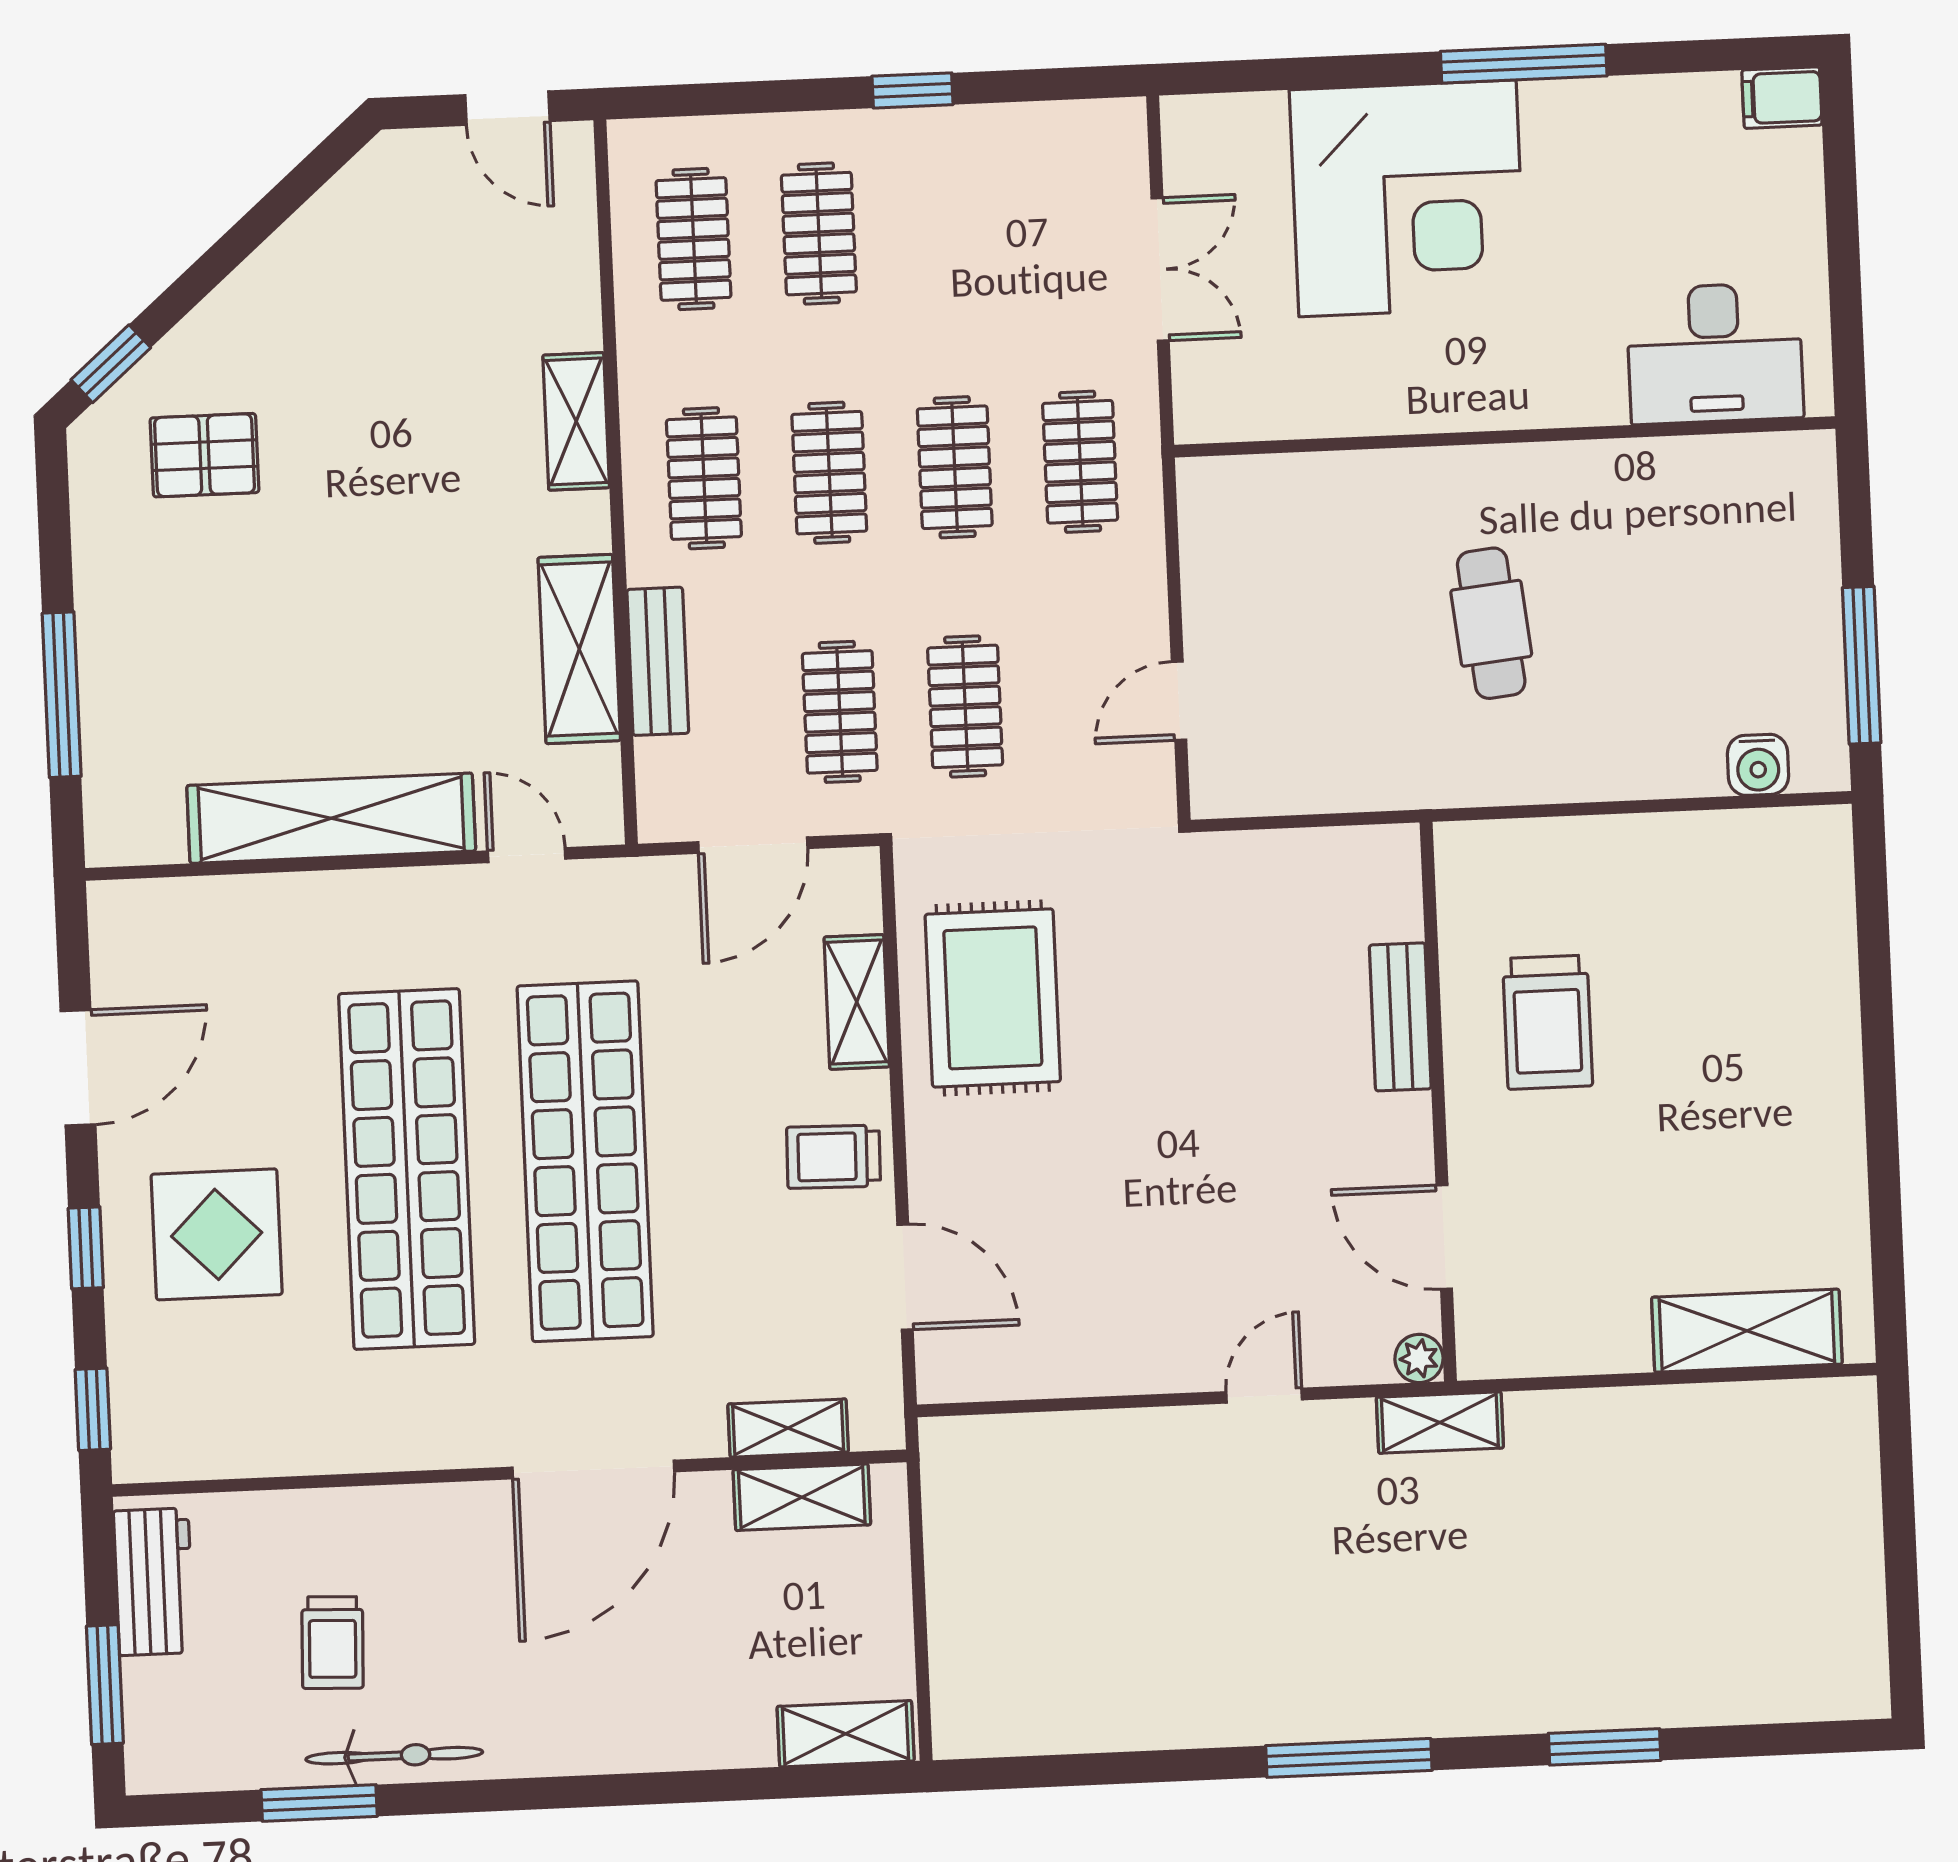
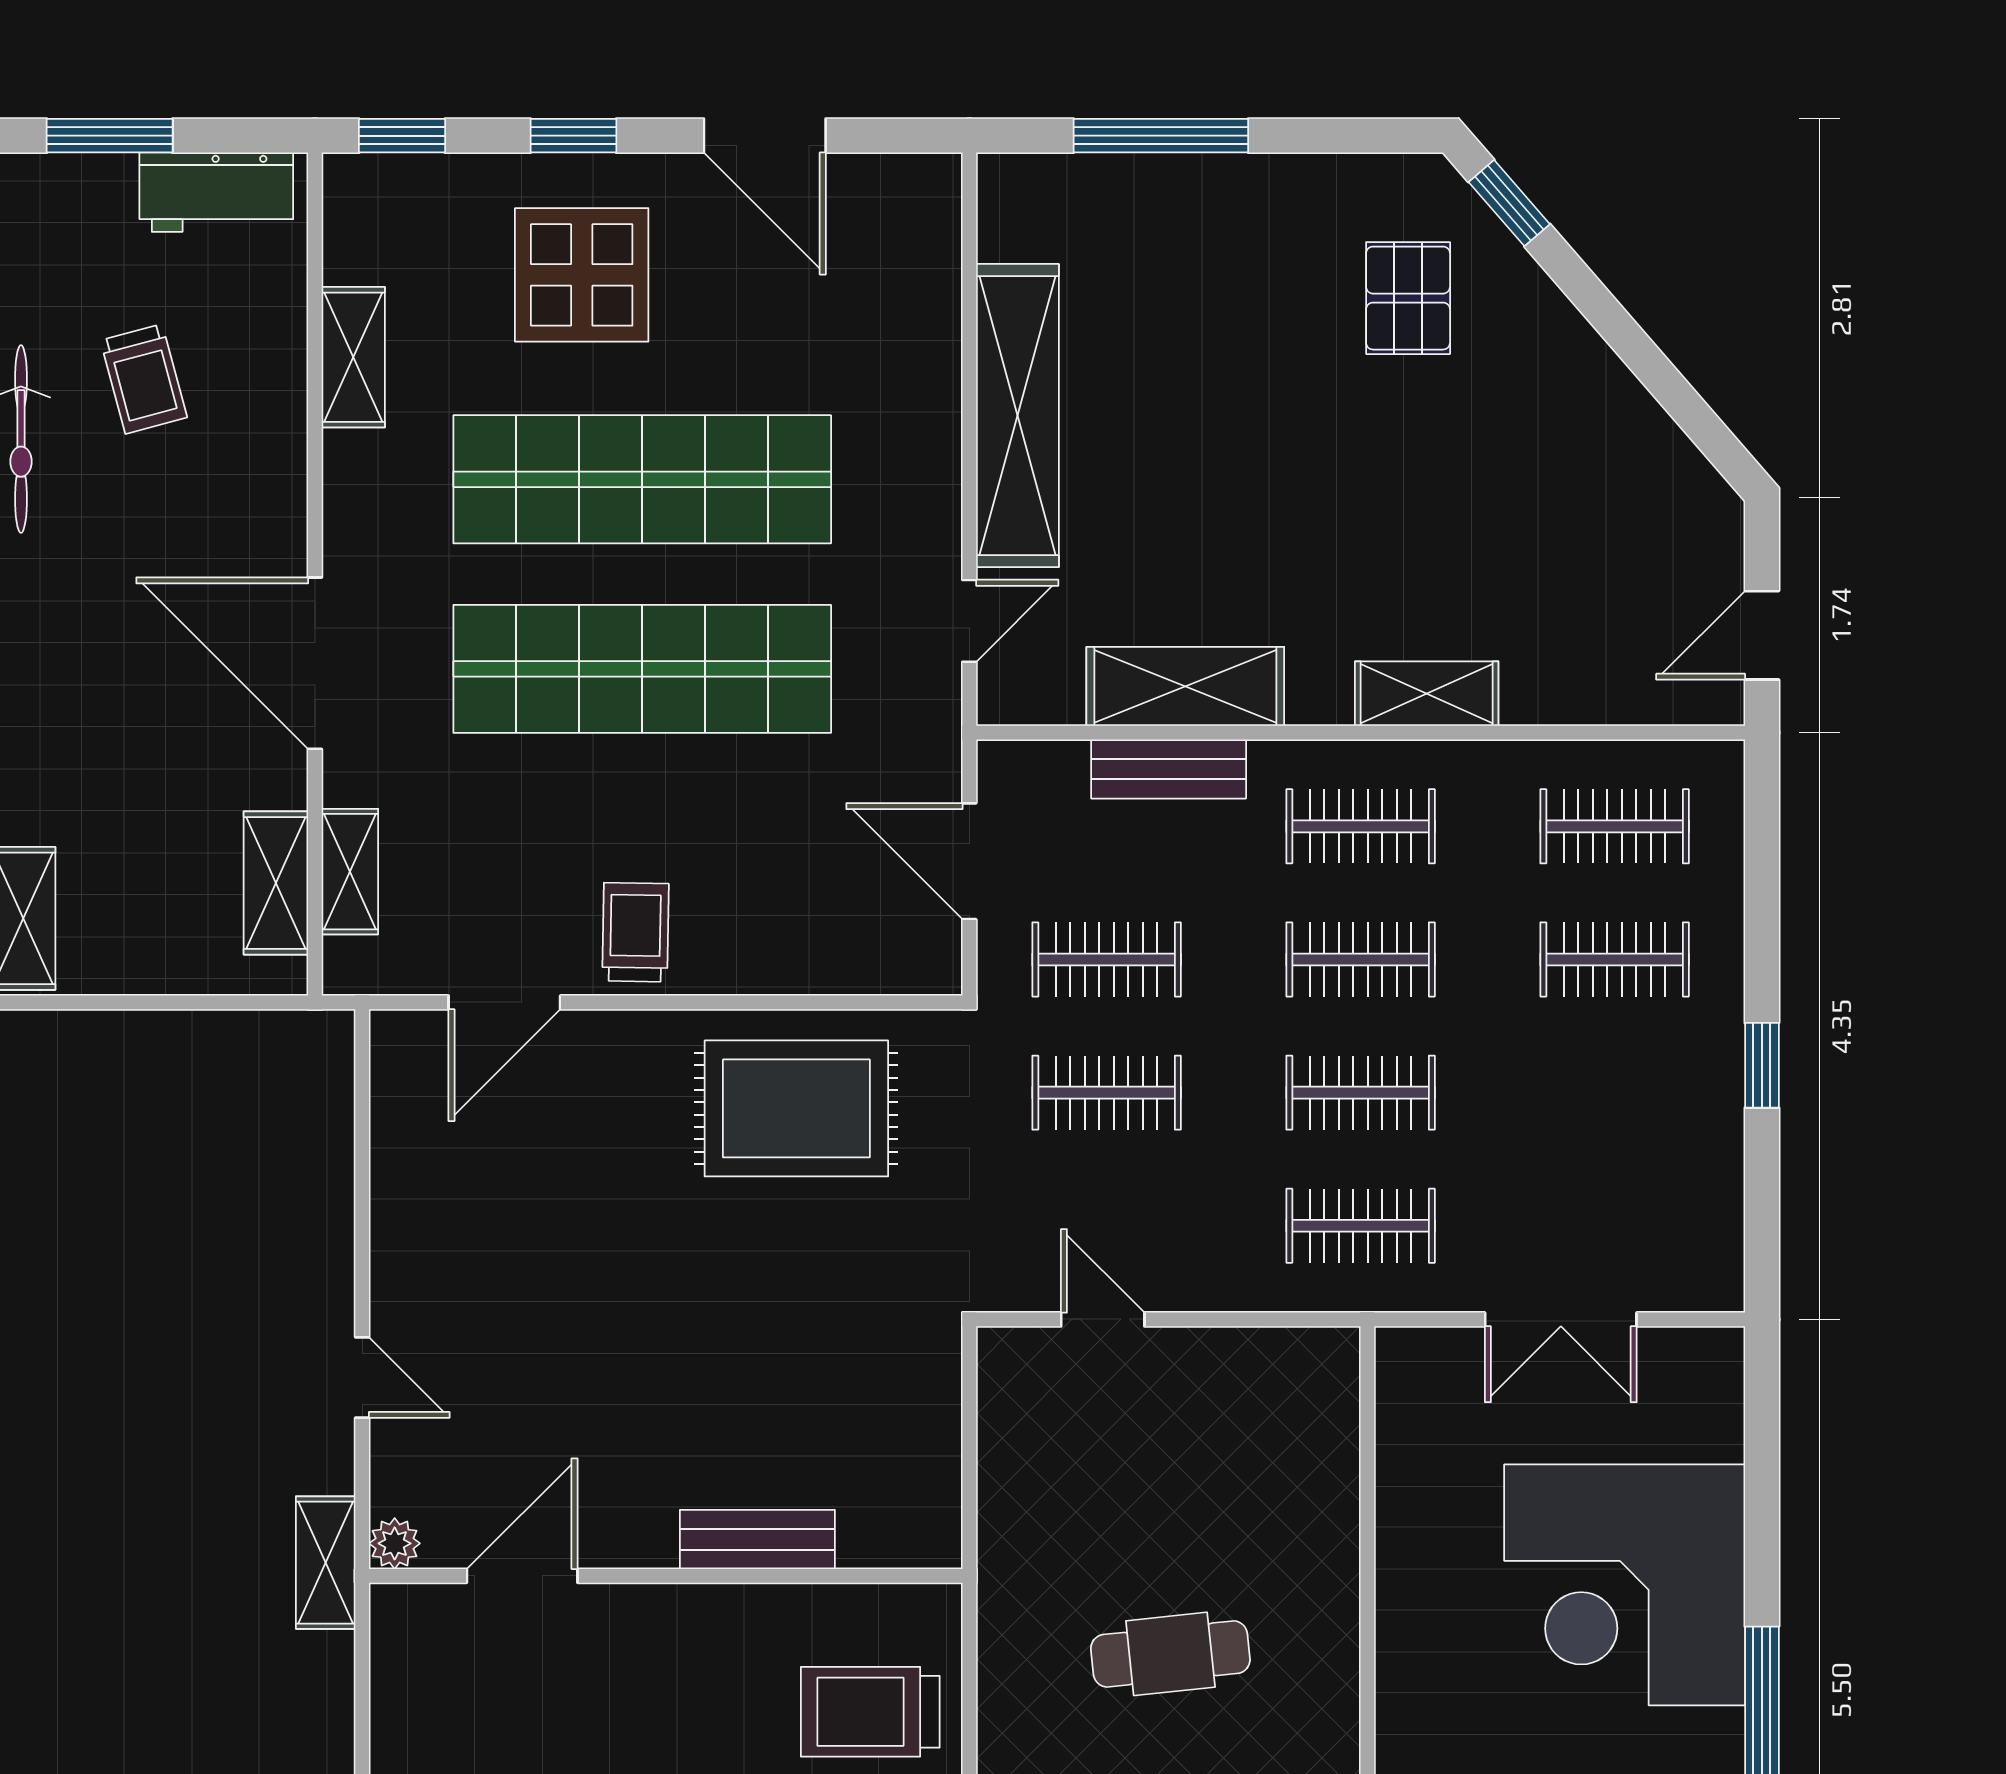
shelving: (857, 1002) -> (353, 357), moved, turned 90
trolley: (1548, 1022) -> (870, 1712), moved
trolley: (333, 1643) -> (144, 379), turned -107

